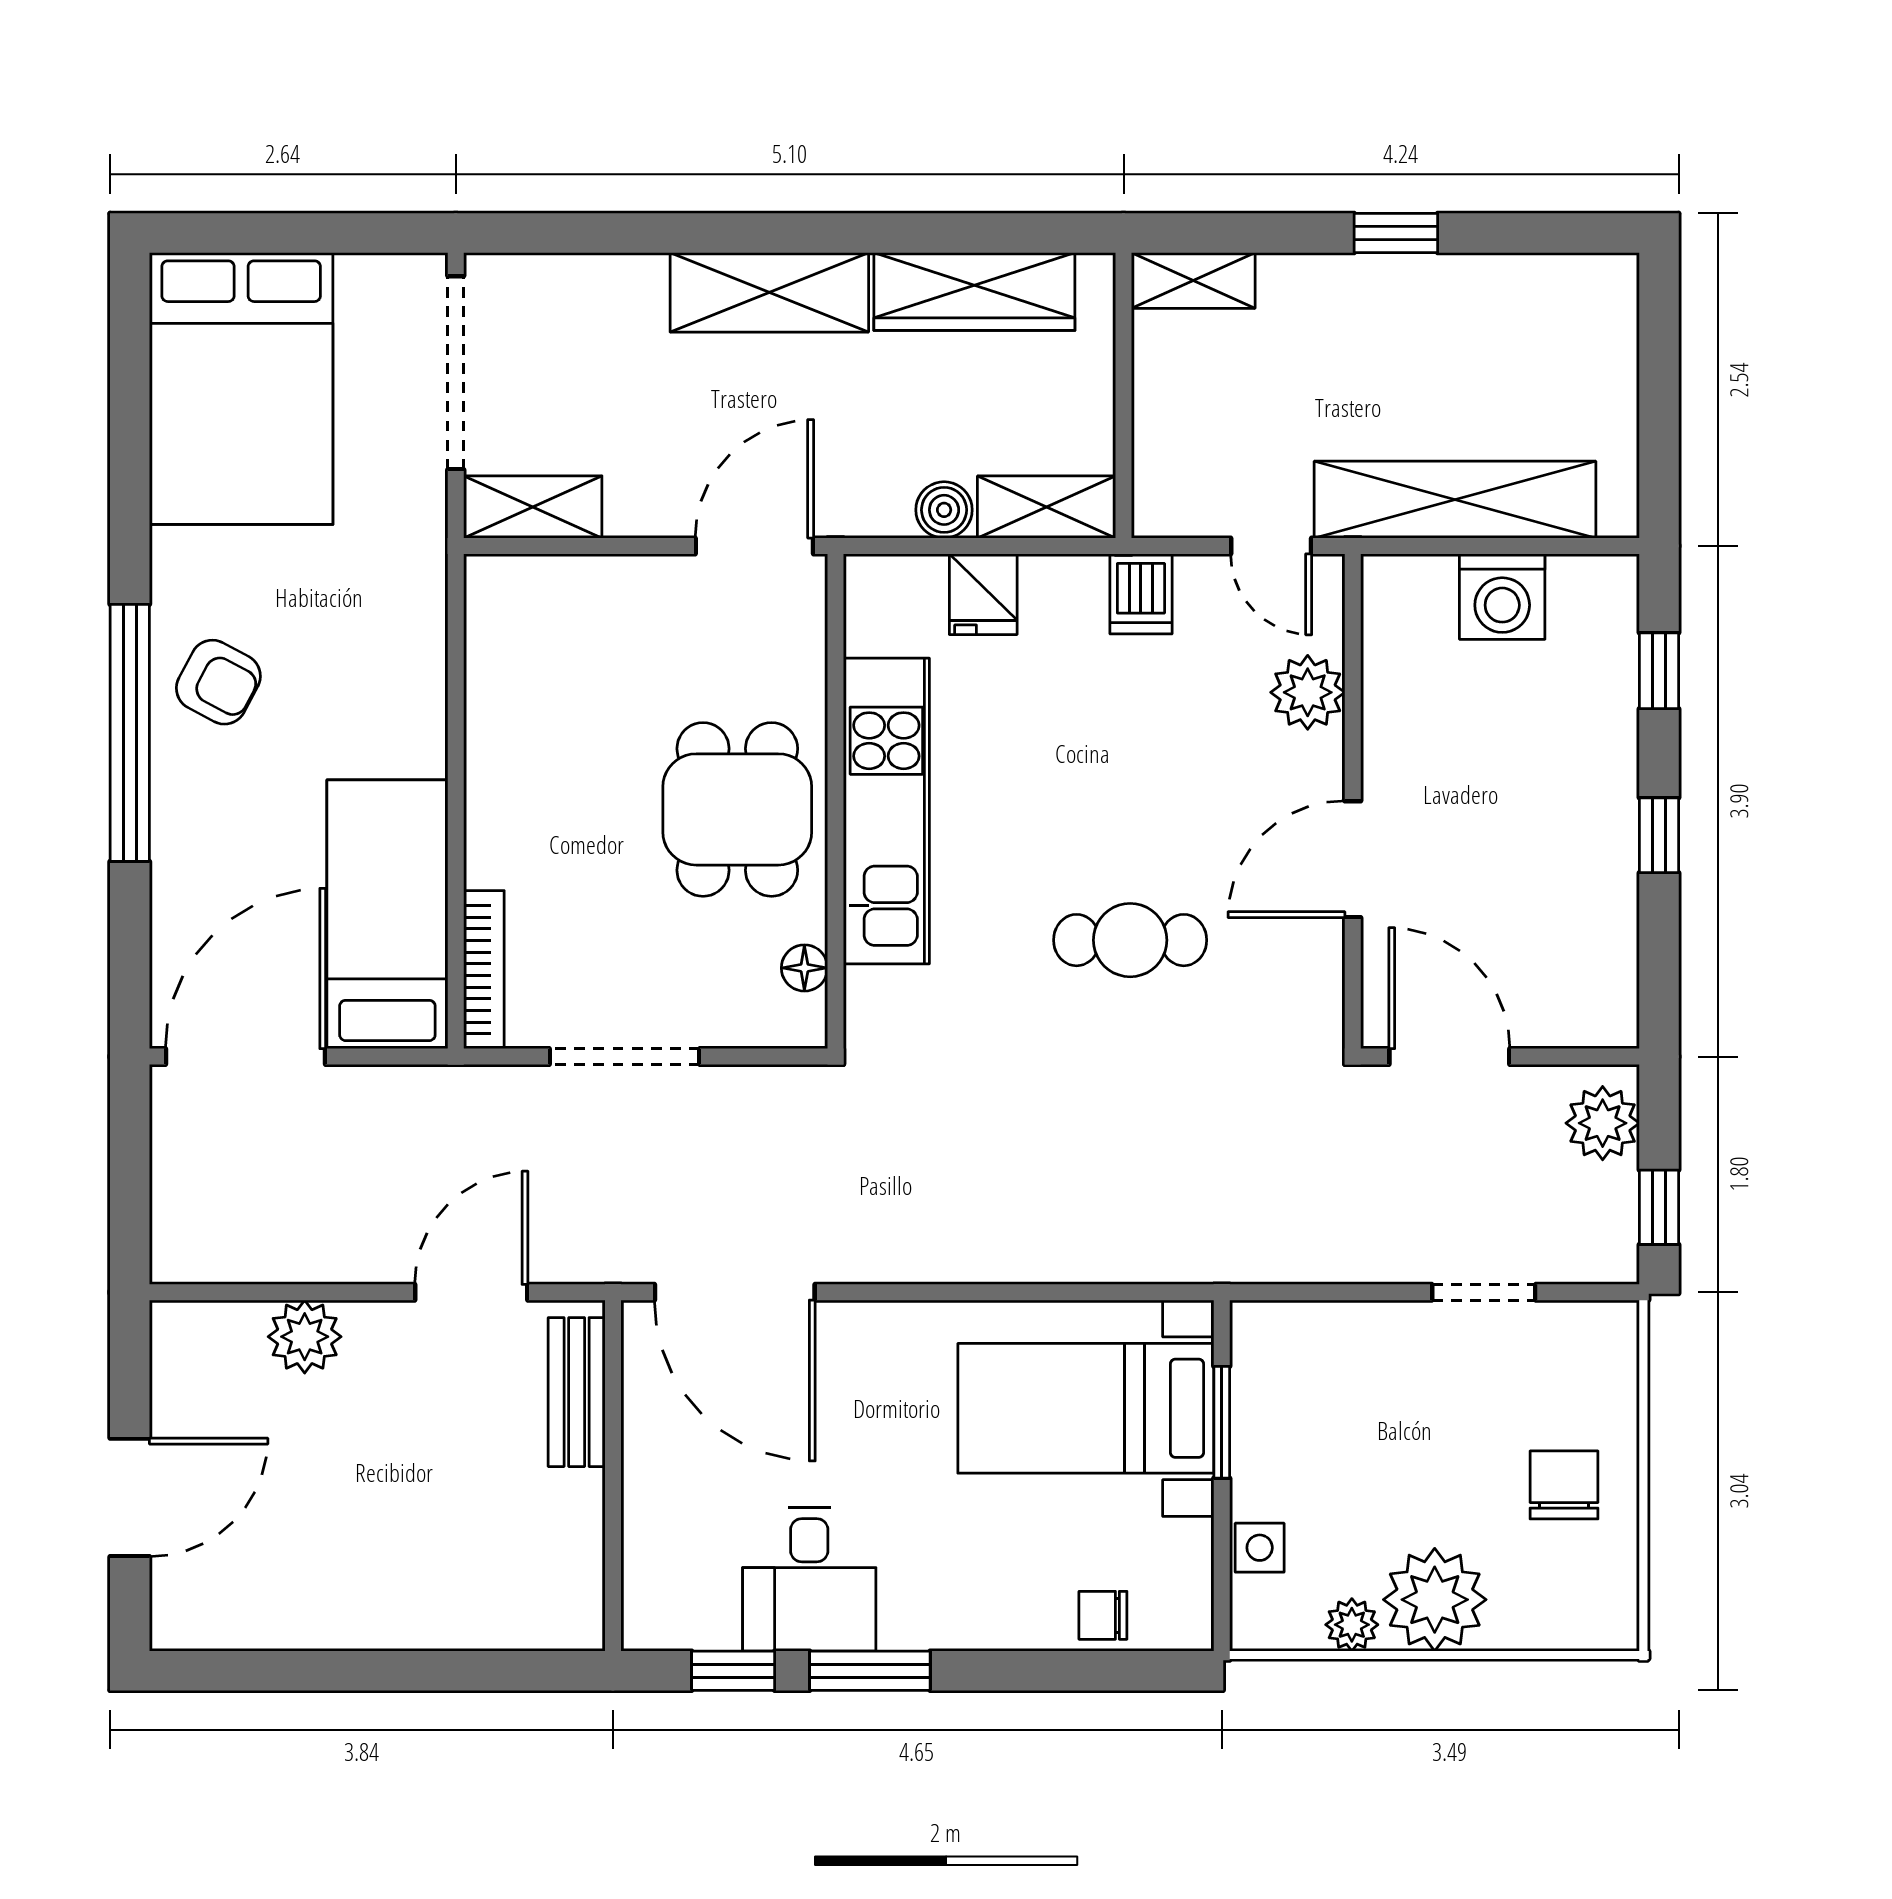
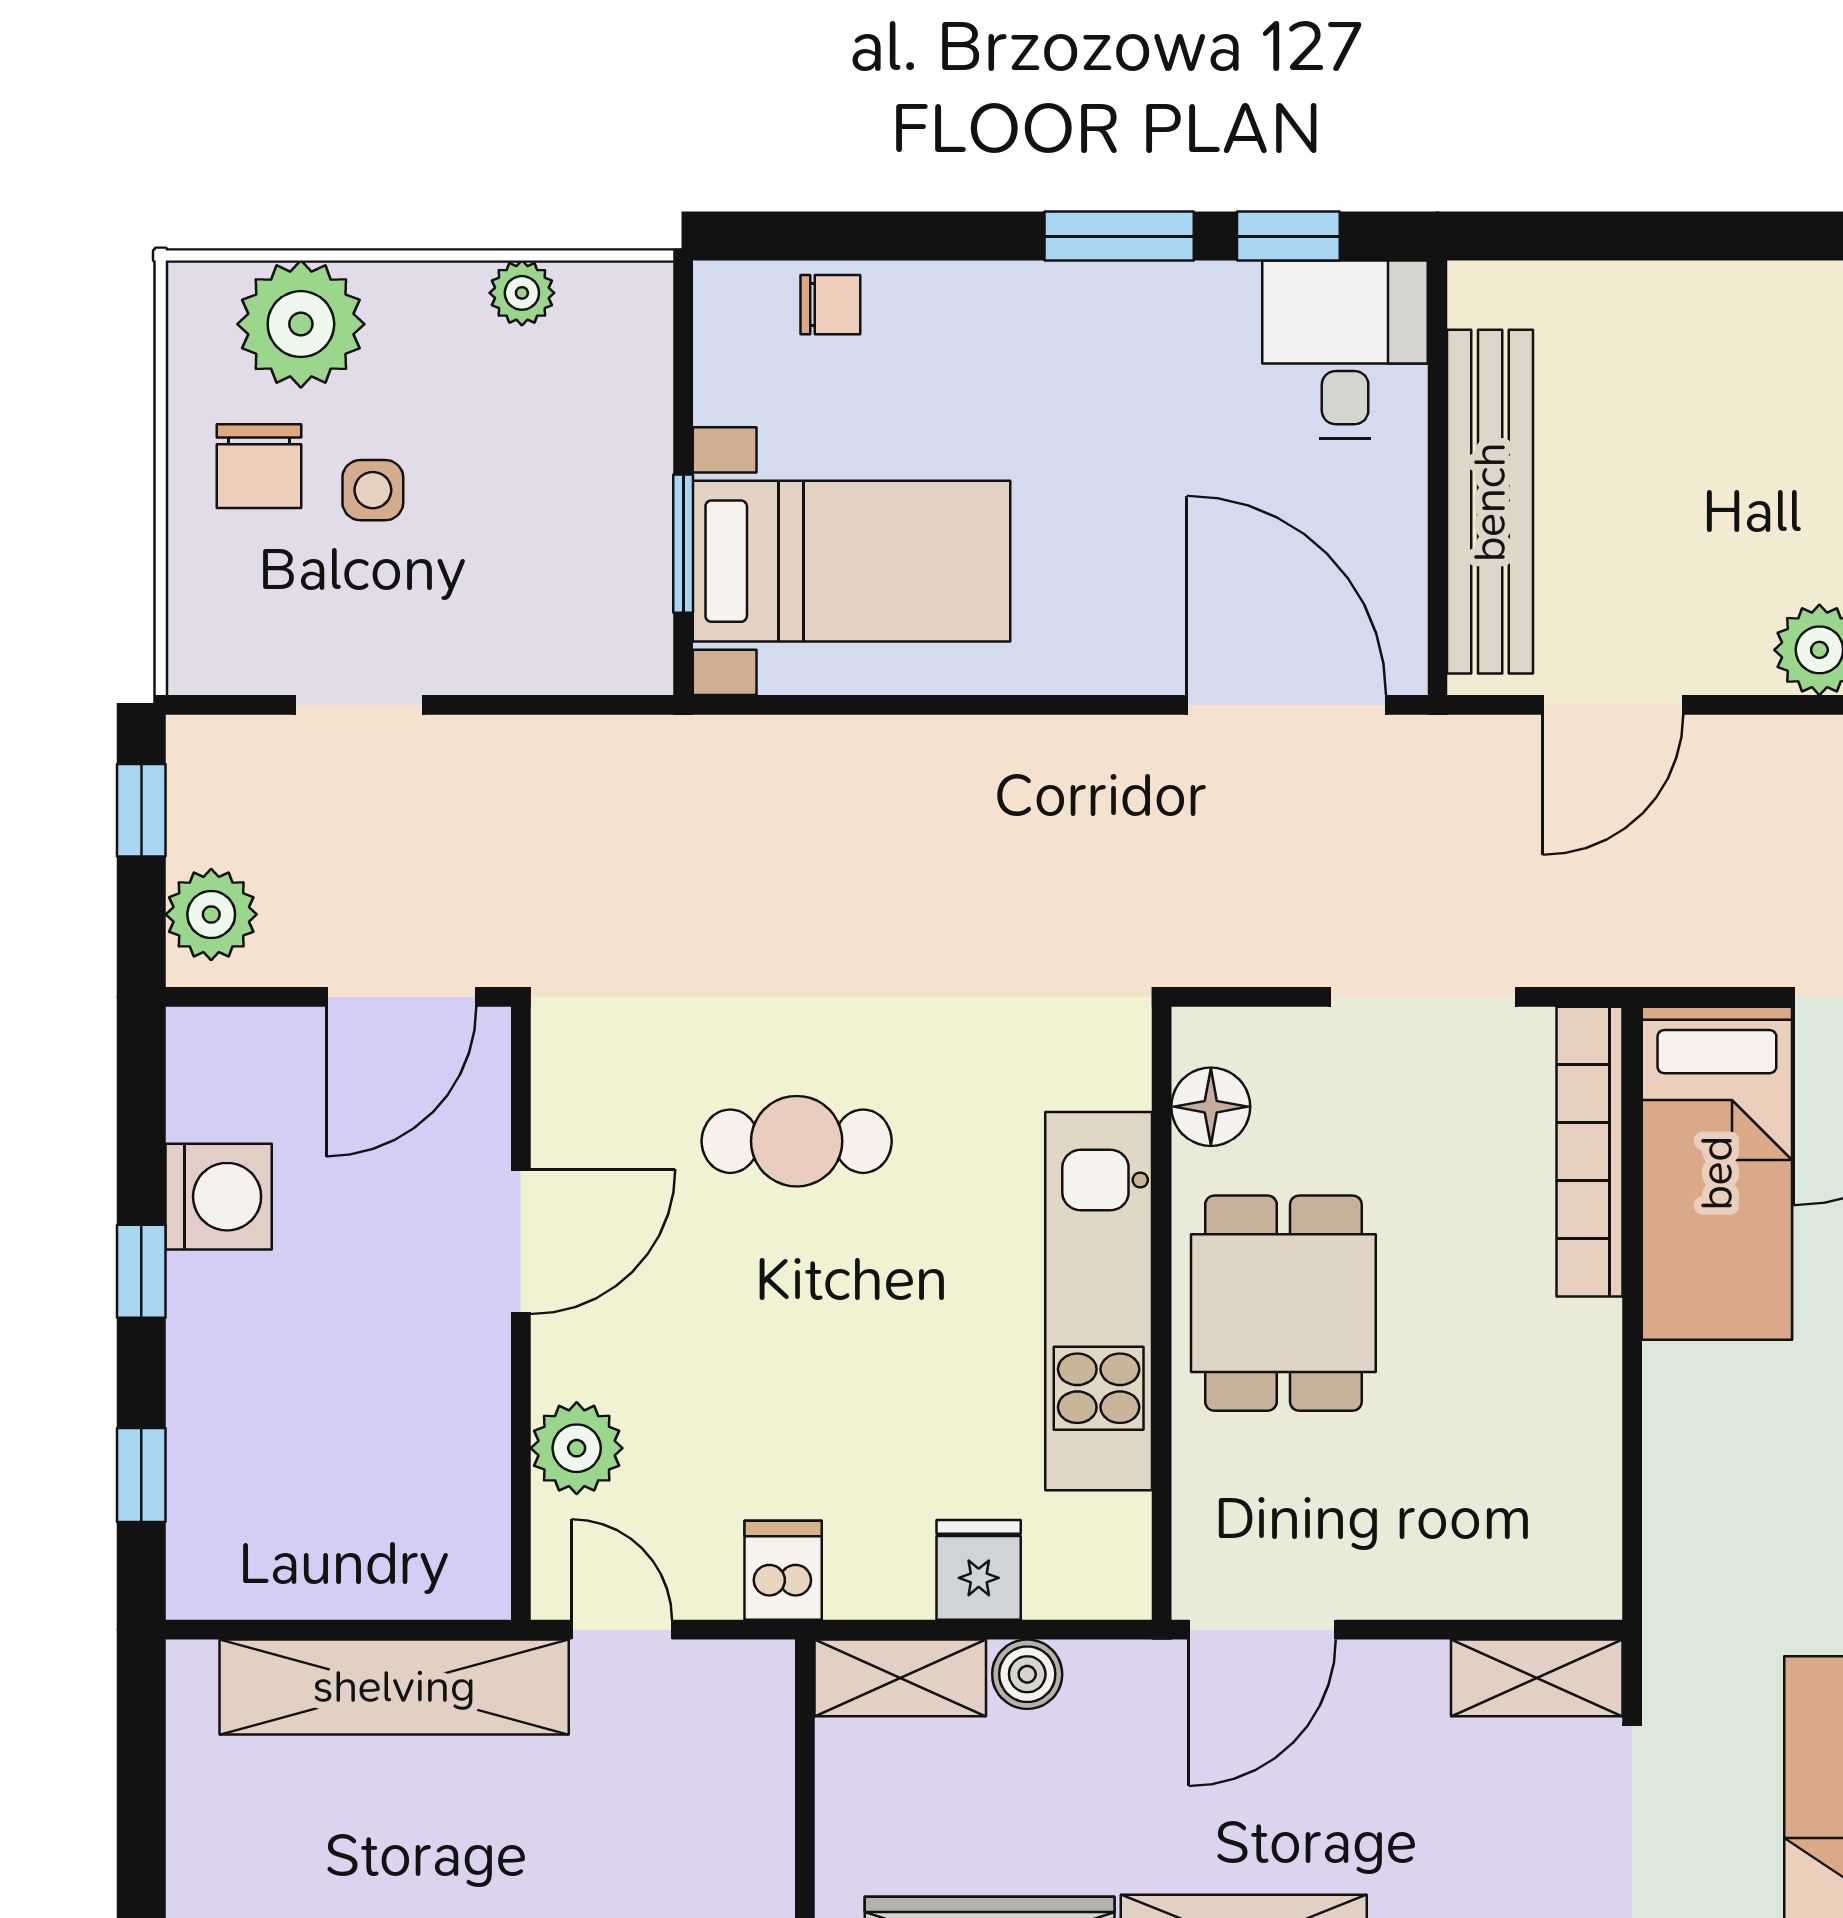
washing machine: (1502, 597) -> (219, 1197), moved, turned 90
floor lamp: (804, 968) -> (1211, 1107), width x1.37, depth x1.37
bookcase: (484, 970) -> (1590, 1152), width x1.48, depth x1.31
door: (1449, 1057) -> (401, 997), hinge flipped
bench: (577, 1392) -> (1490, 502), width x1.86, depth x1.21
side table: (1260, 1548) -> (373, 490), moved
desk: (809, 1579) -> (1345, 349), moved
plant: (1435, 1600) -> (301, 324), moved

